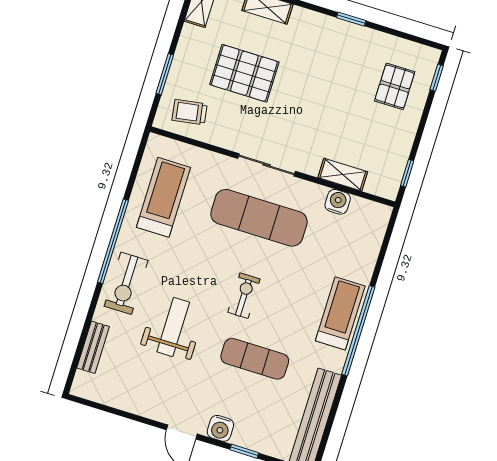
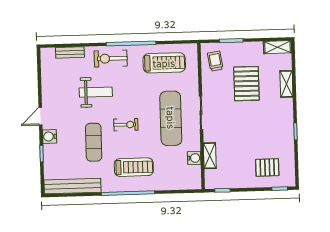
treadmill: (340, 313) -> (134, 167), moved

